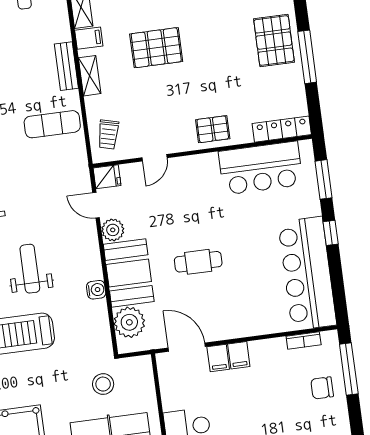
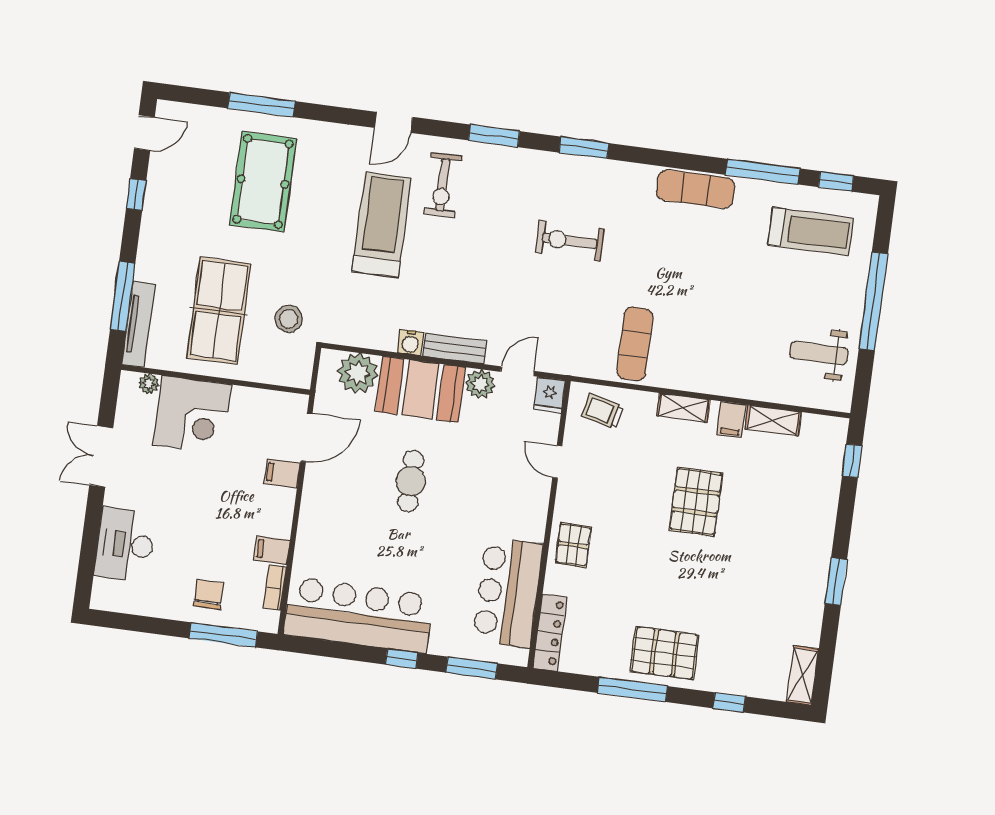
bench: (66, 66) -> (455, 348), moved
weight bench: (30, 269) -> (460, 266), removed
filing cabinet: (239, 355) -> (272, 550), moved

